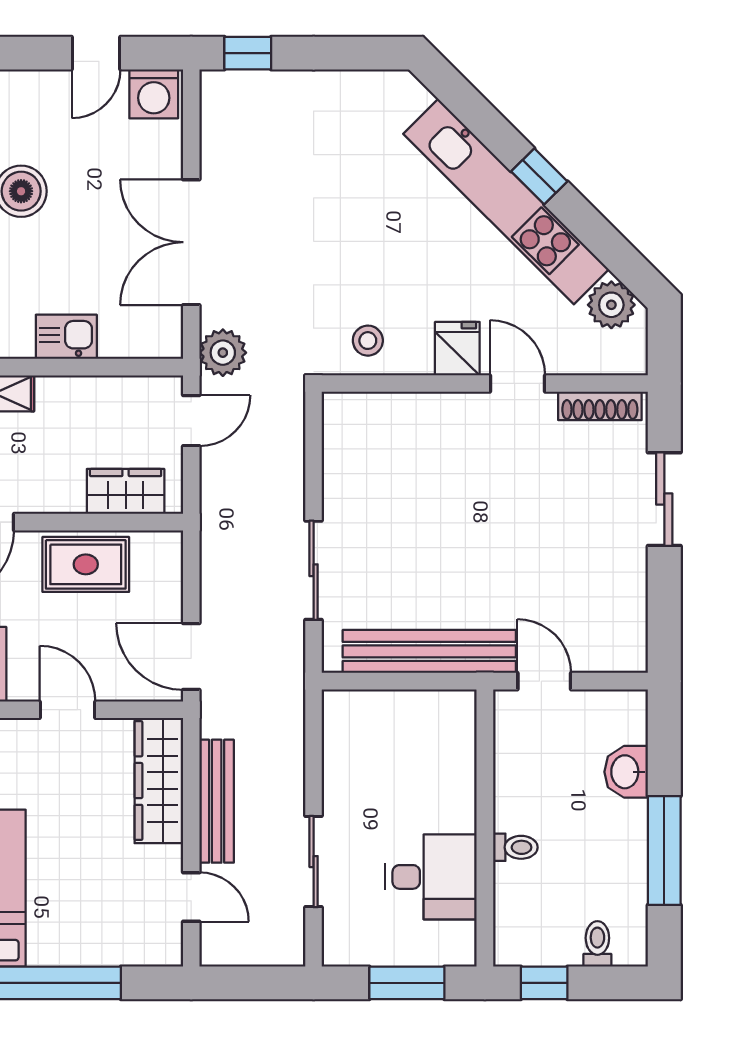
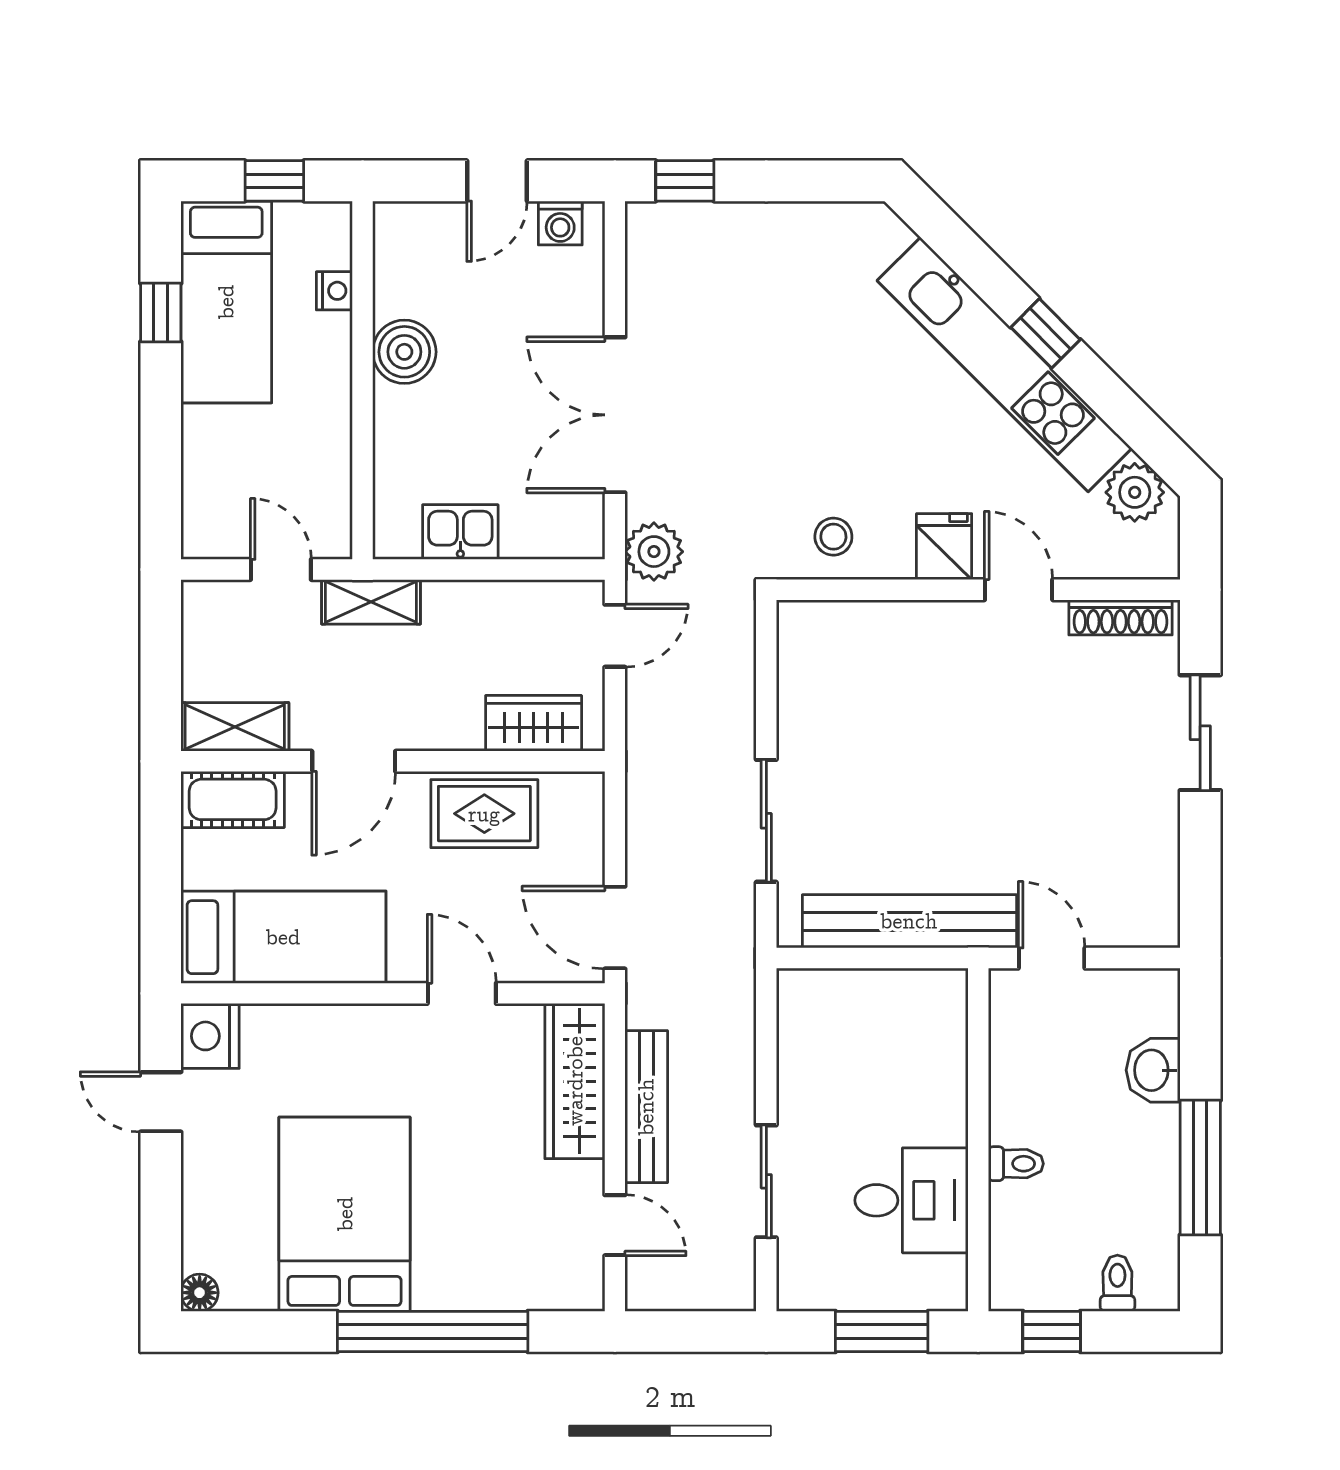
washing machine: (154, 94) -> (560, 223), width x0.73, depth x0.73

